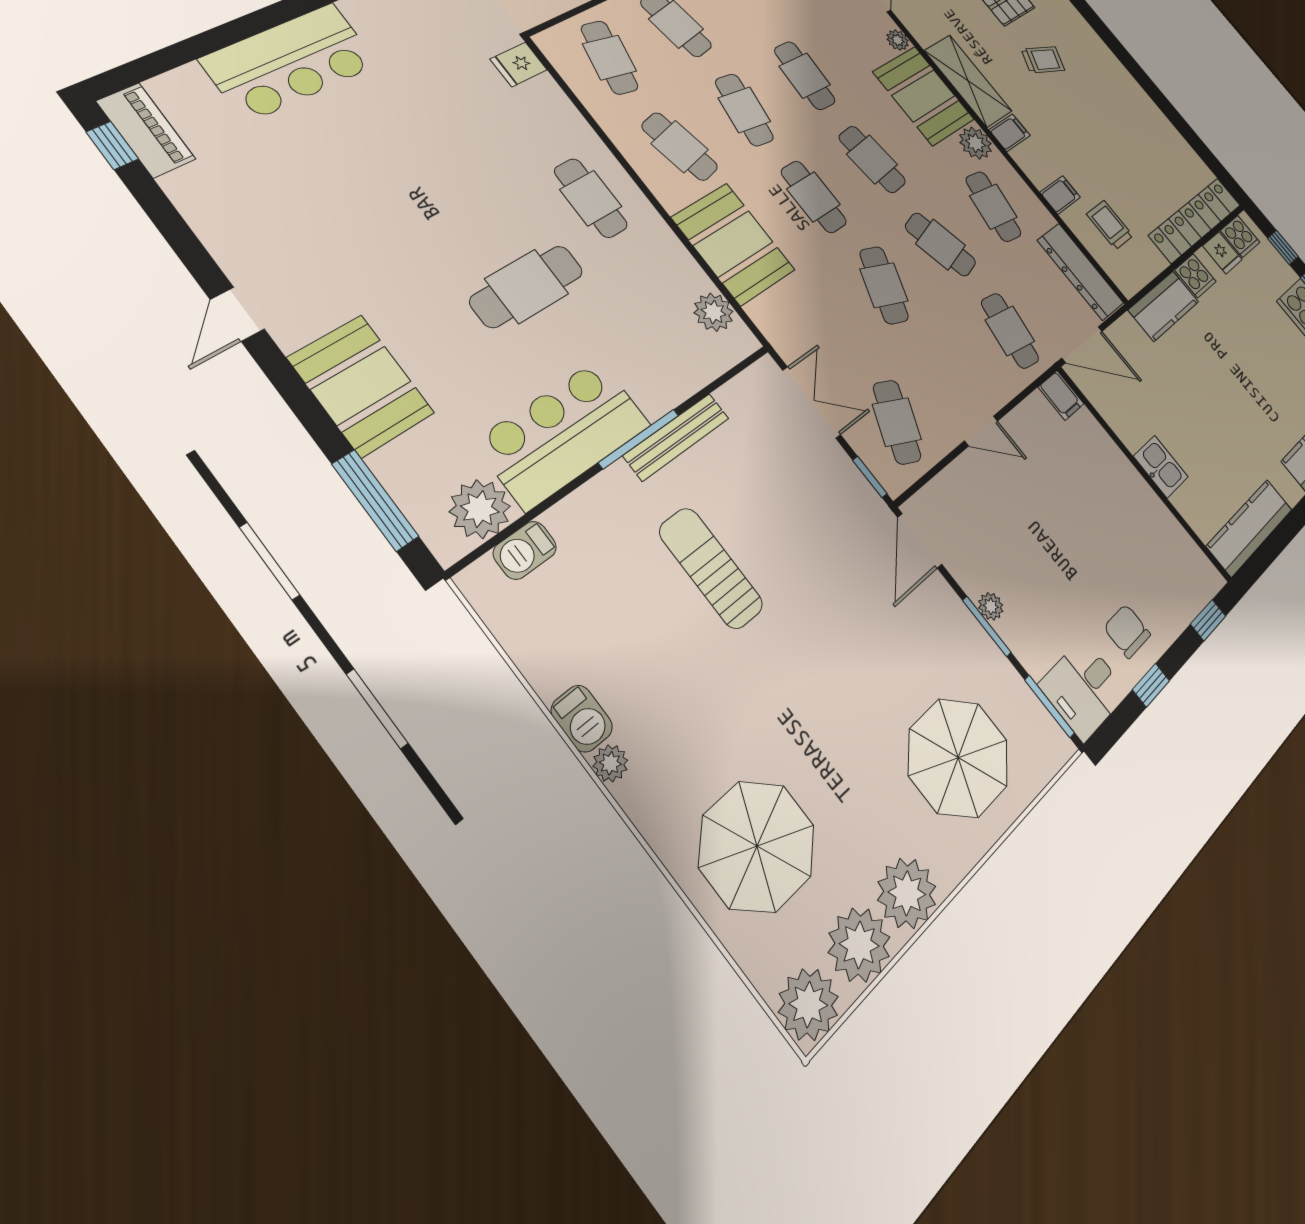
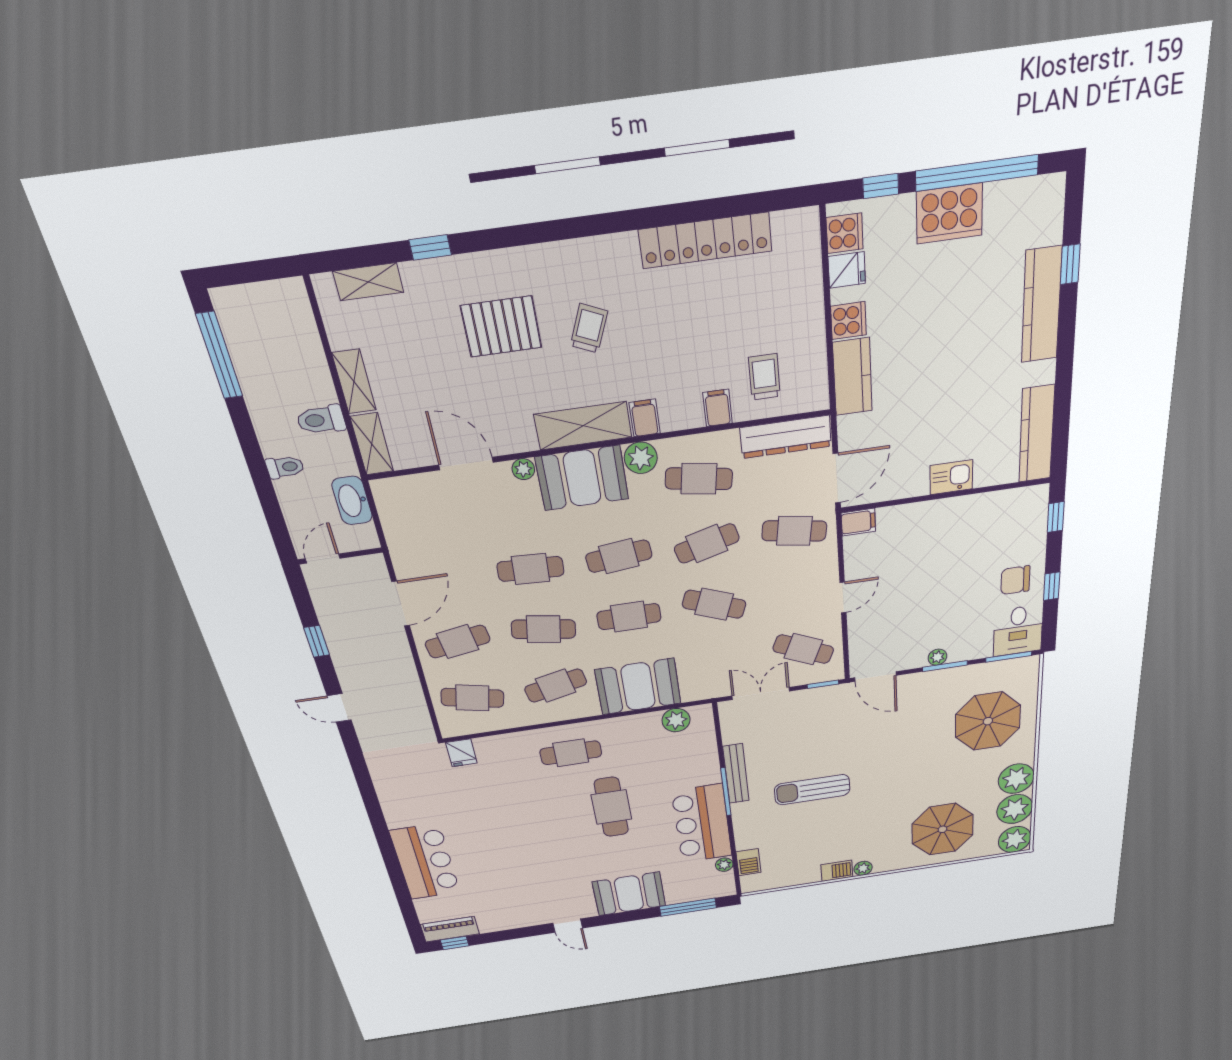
locker: (1195, 220) -> (706, 240), moved, turned -90
trolley: (1110, 225) -> (764, 377), turned 90
plant: (480, 509) -> (724, 865), width x0.53, depth x0.53

